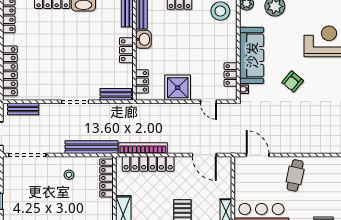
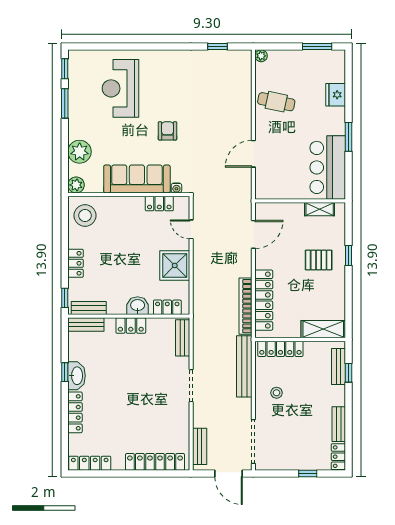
washbasin: (143, 39) -> (138, 306), moved
armchair: (293, 82) -> (168, 131), turned -130
door: (209, 102) -> (191, 229), swing flipped
door: (258, 155) -> (253, 154), moved
cafe table: (295, 175) -> (276, 102), moved

